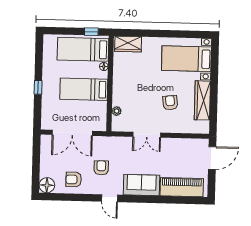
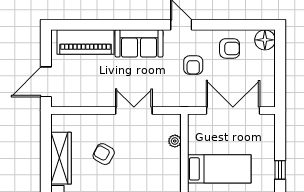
armchair: (170, 103) -> (104, 154), turned 126

